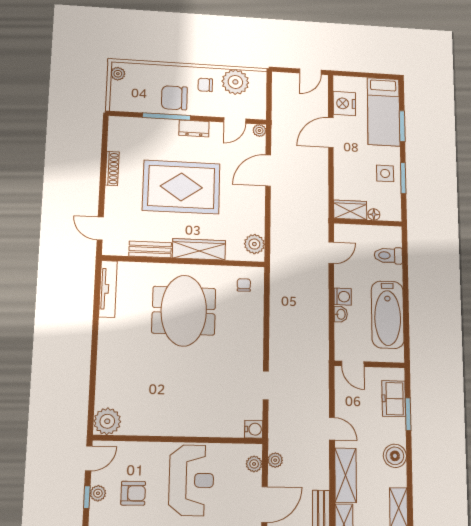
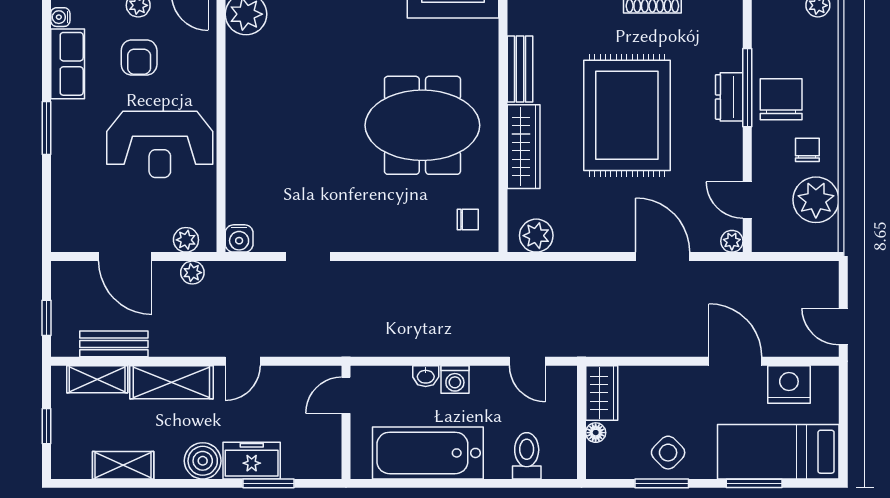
dresser: (194, 128) -> (729, 97), moved
side table: (385, 173) -> (668, 453), turned 45
freezer: (394, 399) -> (252, 461), moved

